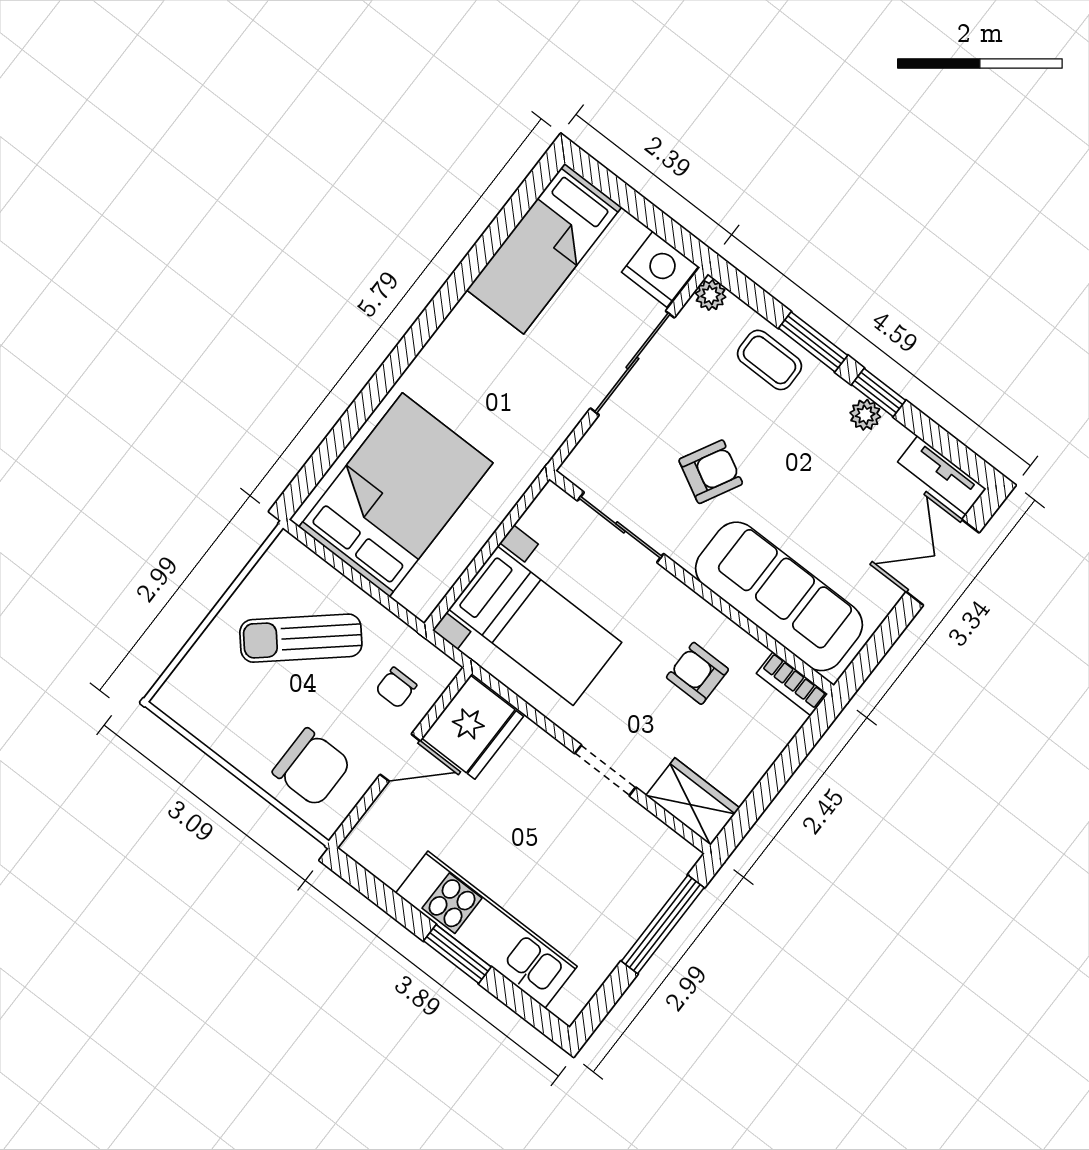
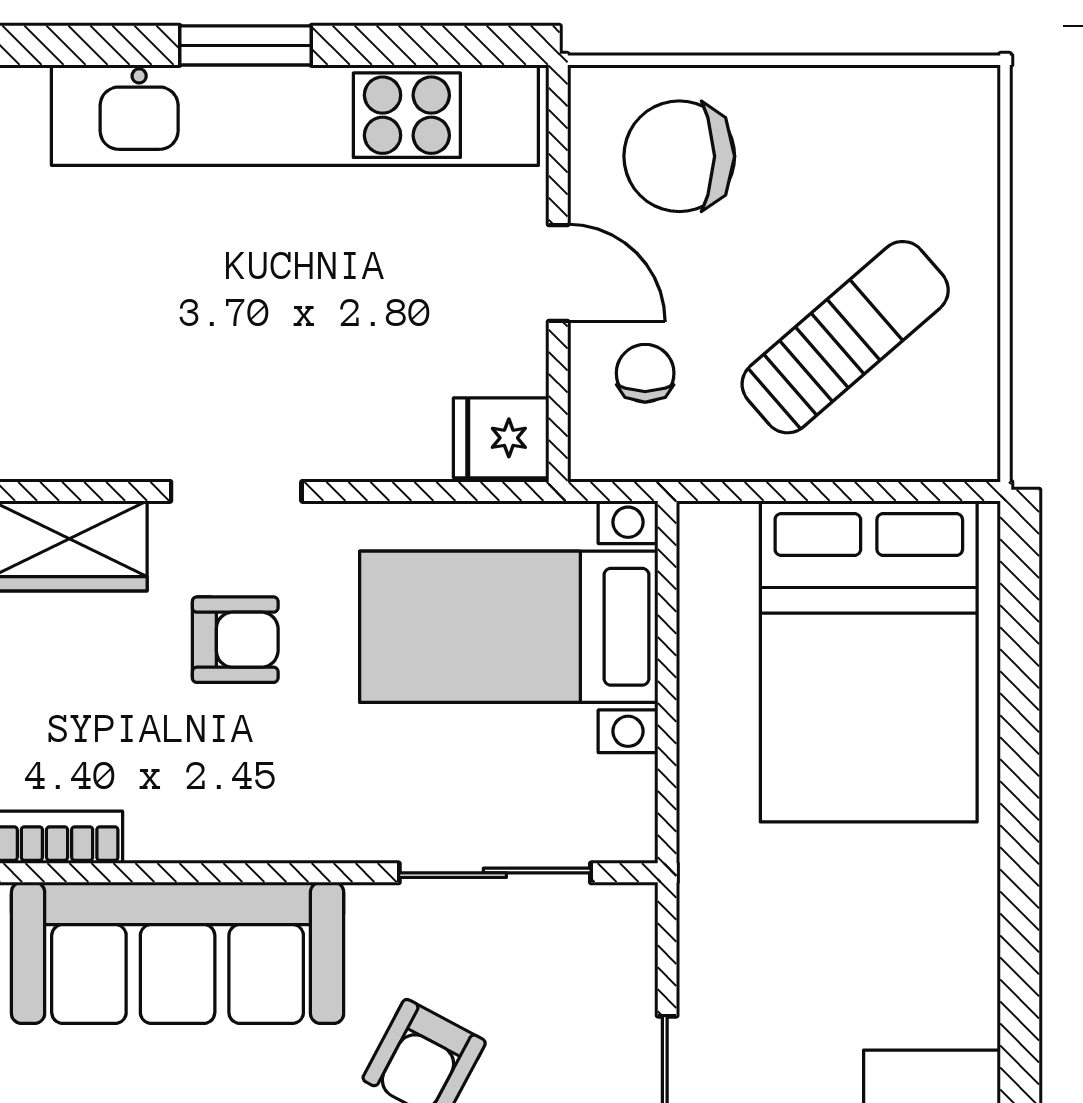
armchair: (697, 673) -> (235, 640), moved
fridge: (473, 727) -> (501, 438), width x0.53, depth x0.75
door: (400, 758) -> (558, 273), swing flipped
kitchen unit: (486, 930) -> (295, 115), width x1.36

